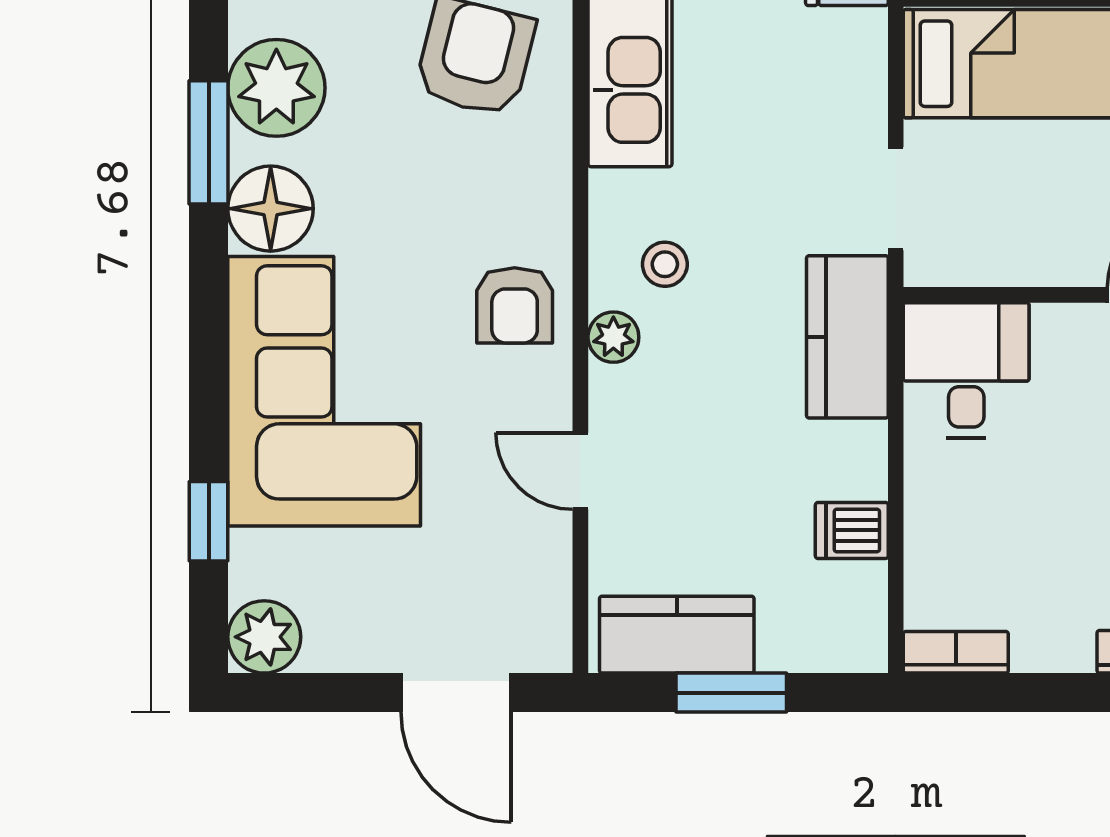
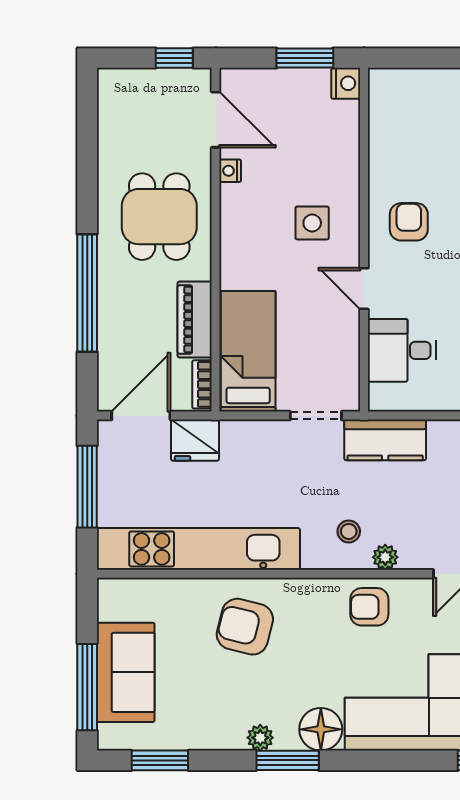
plant: (276, 88) -> (260, 738), width x0.53, depth x0.53
armchair: (515, 305) -> (369, 607), turned 180
desk: (966, 370) -> (402, 350), moved

